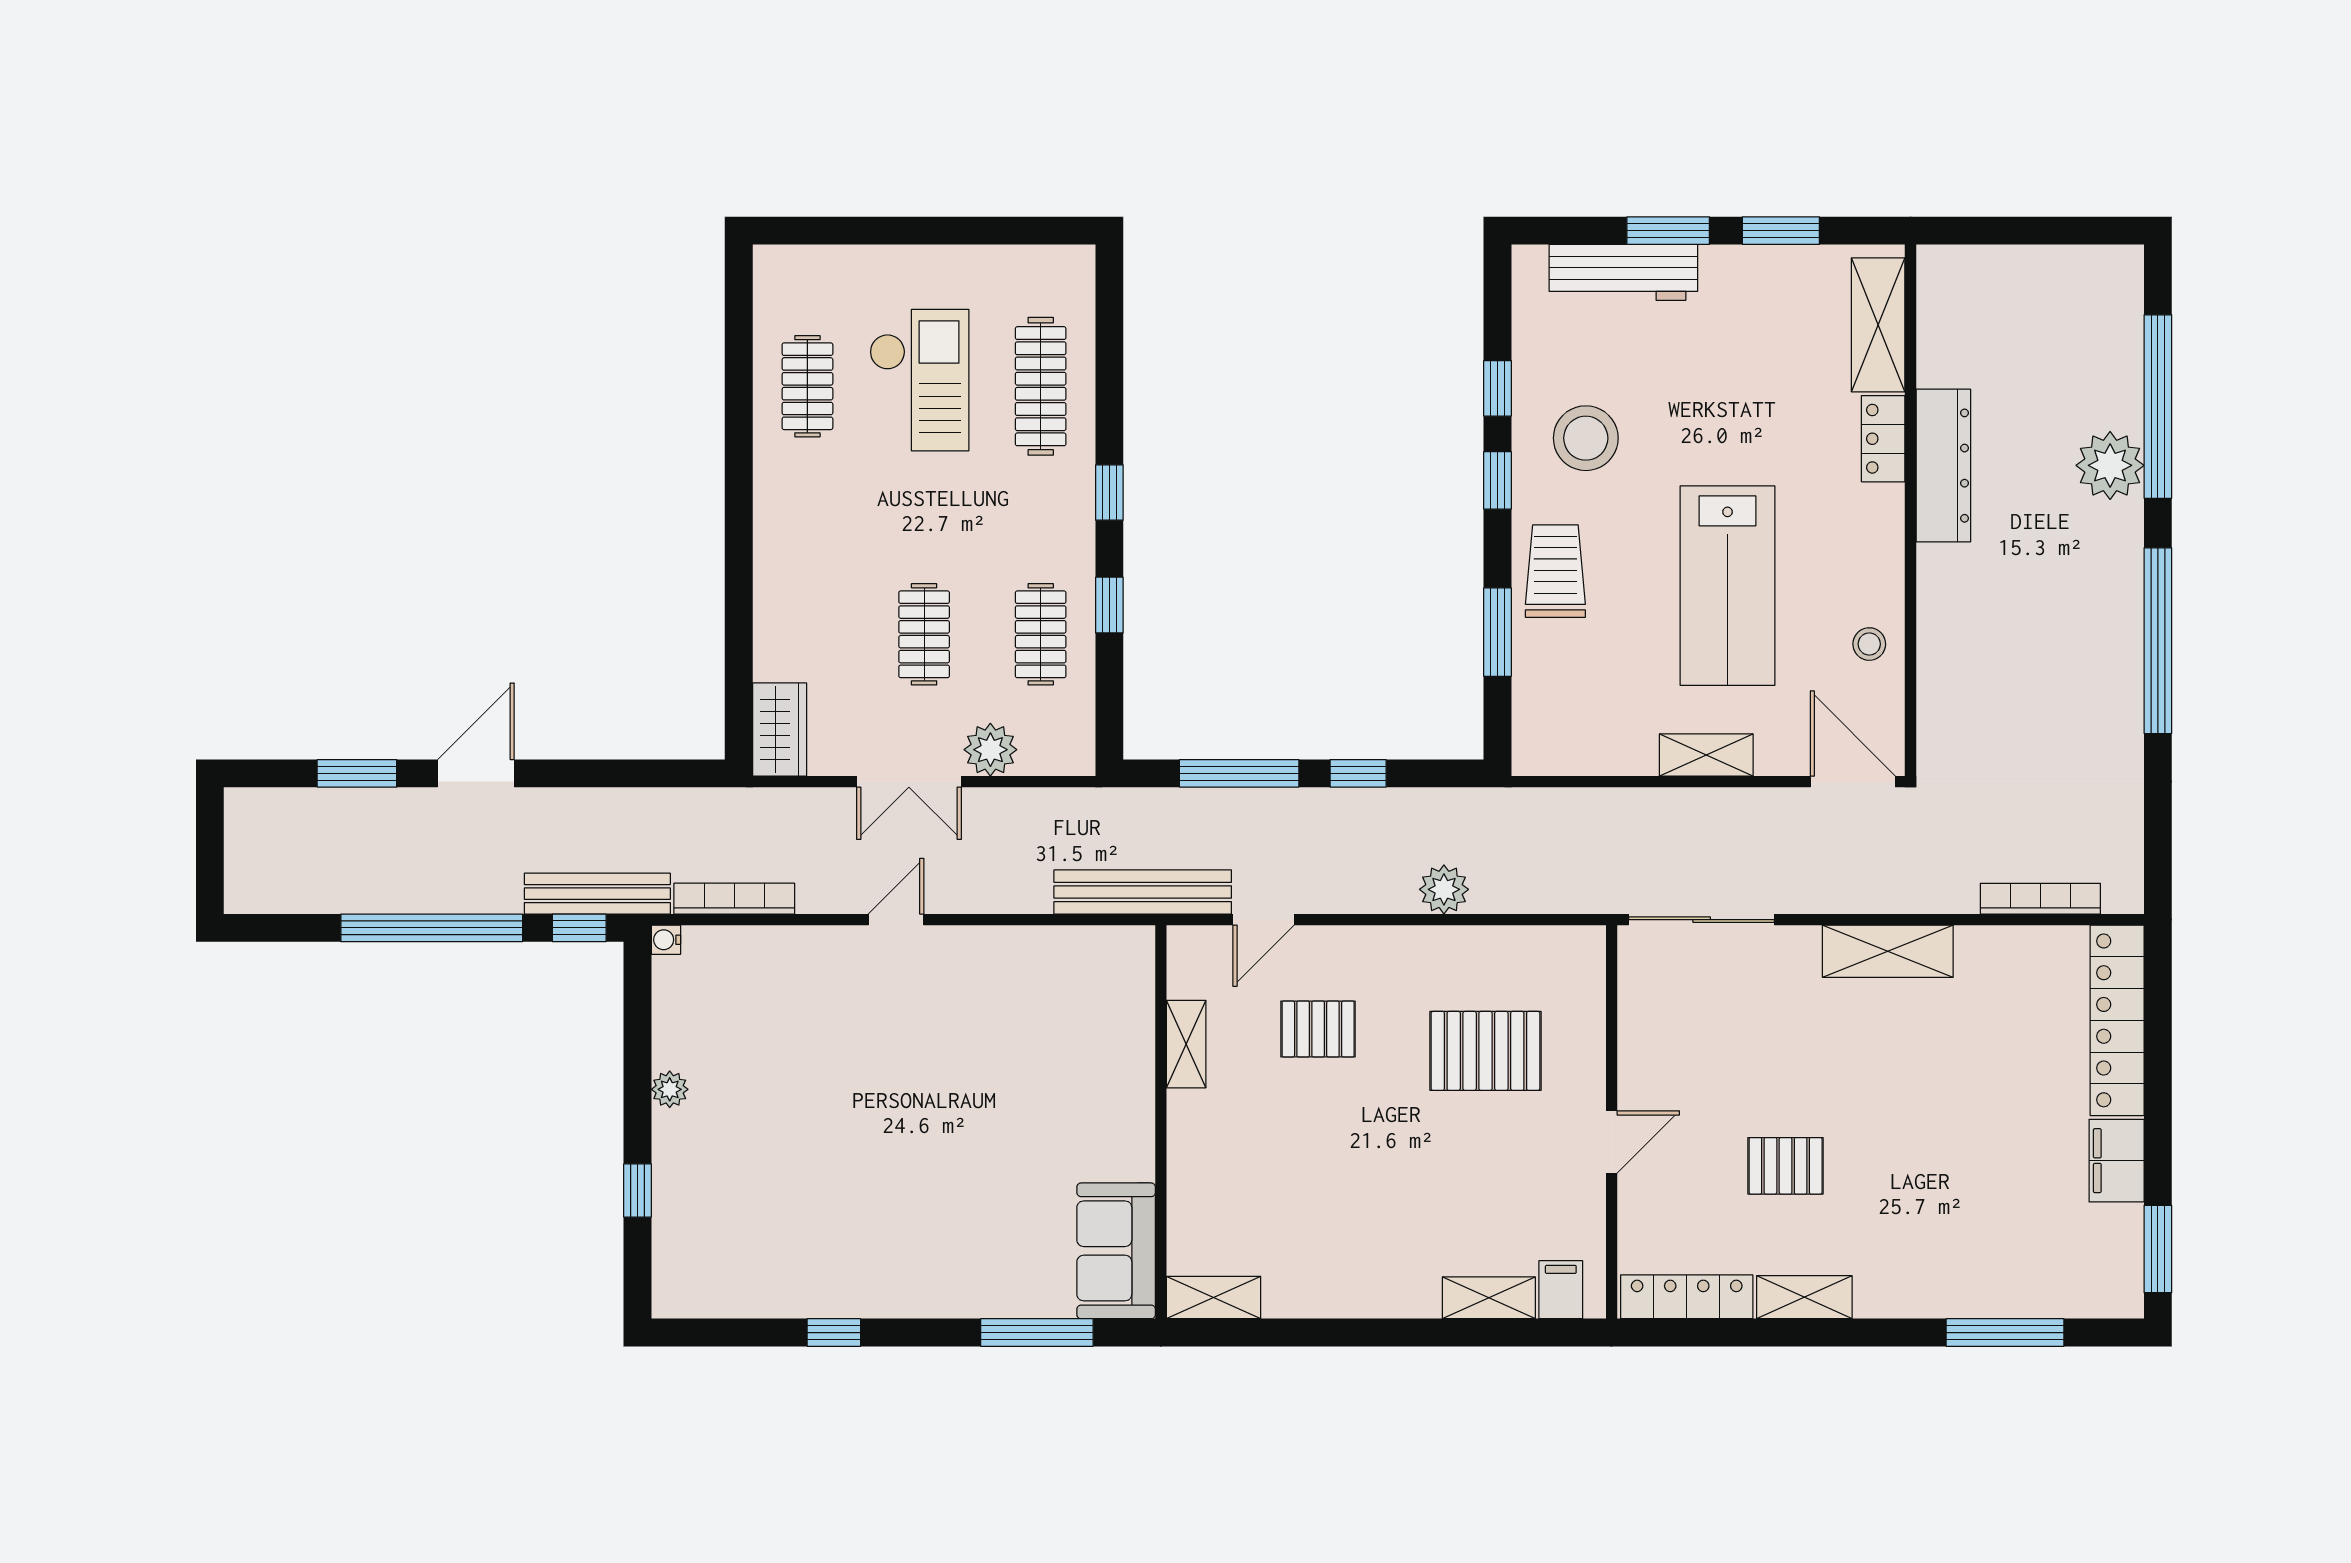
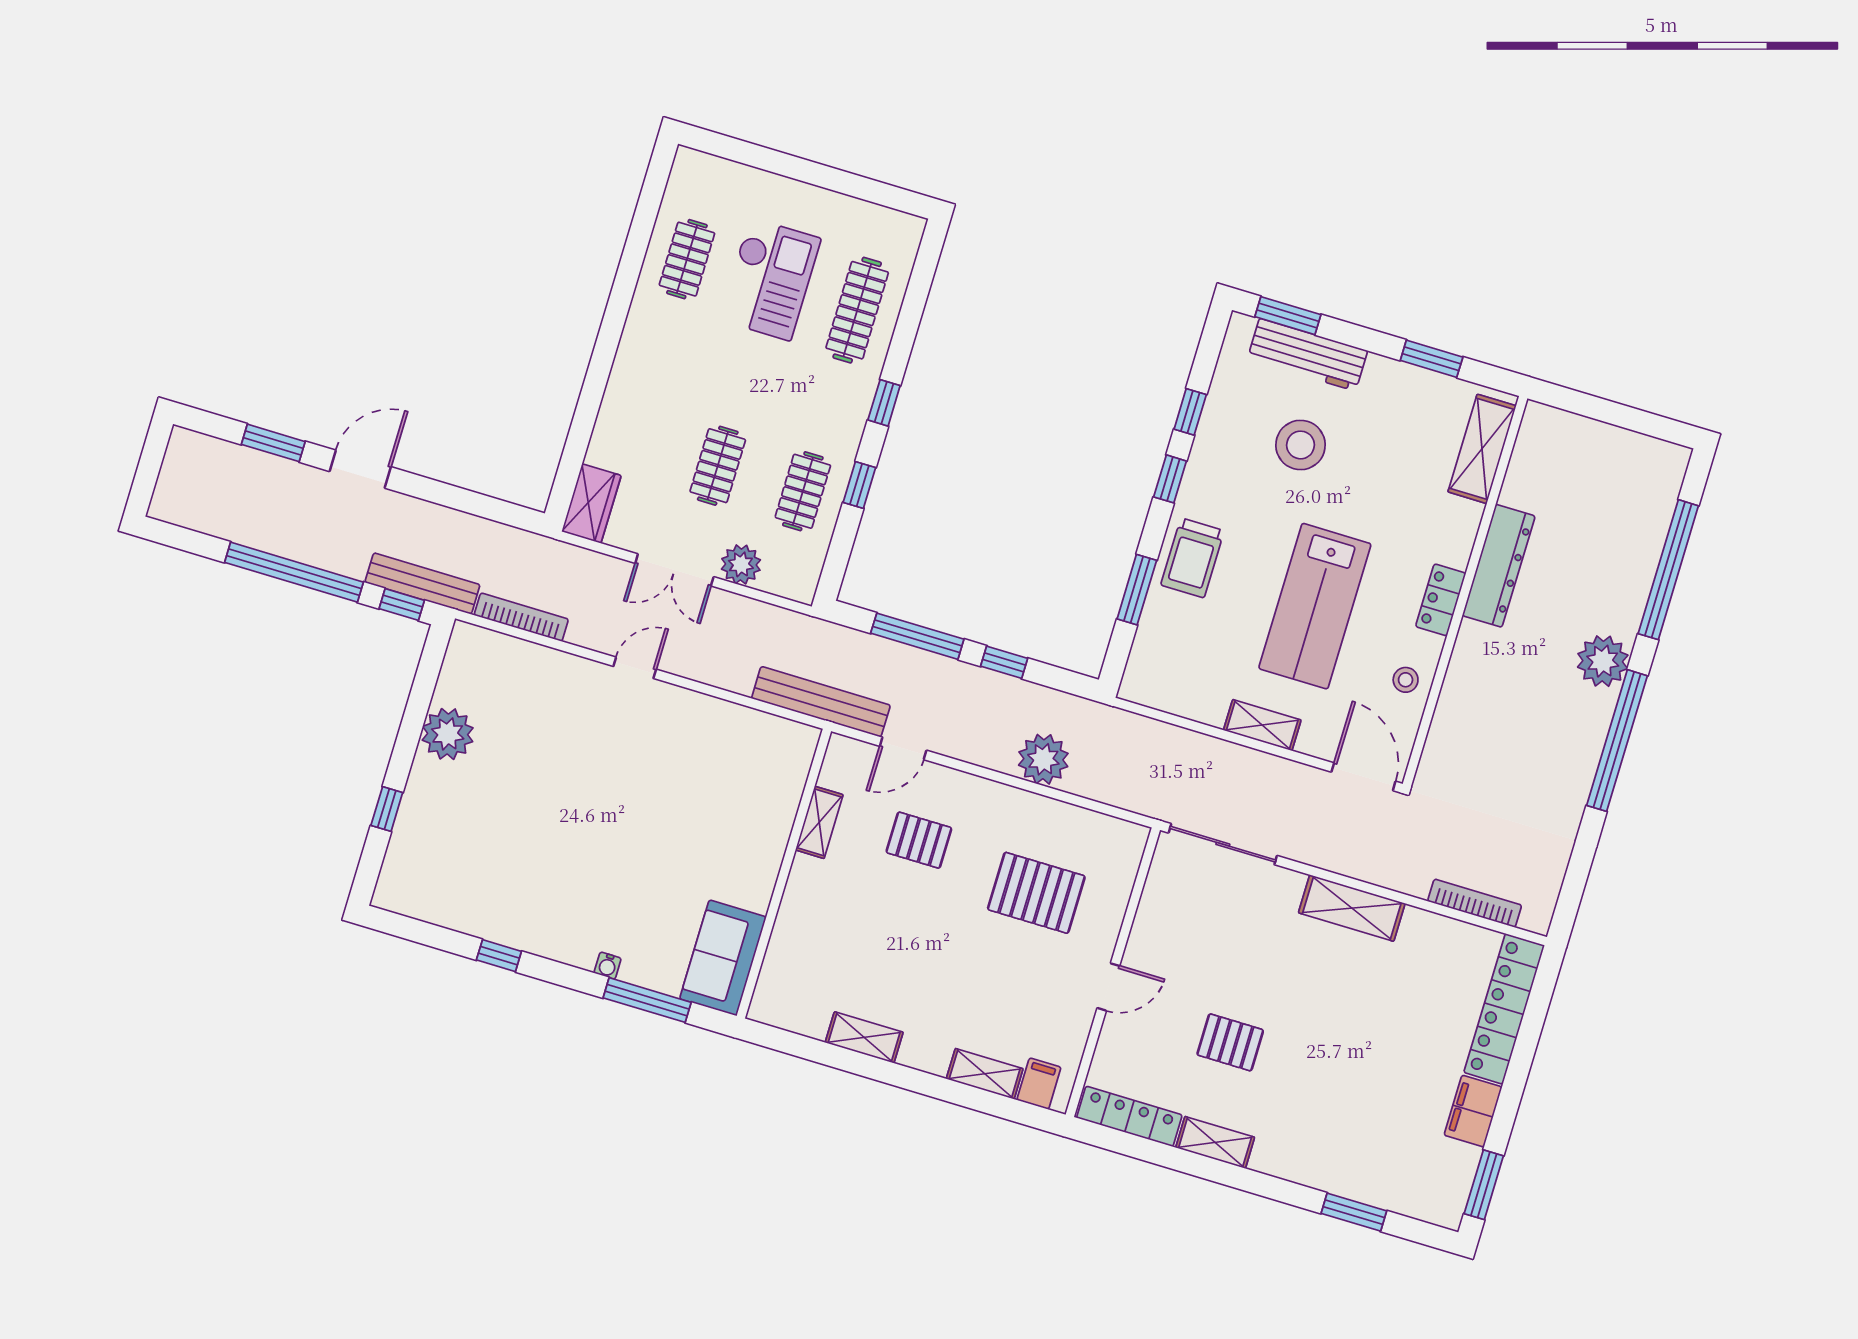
window: (1668, 231) -> (1288, 316), moved
stool: (1586, 438) -> (1301, 445), moved
locker: (1883, 439) -> (1441, 600), moved
plant: (2110, 465) -> (1603, 661), moved
trolley: (1555, 571) -> (1192, 558), turned 180
plant: (1444, 889) -> (1043, 759), width x1.36, depth x1.36
water cooler: (666, 940) -> (608, 966), moved, turned -90
plant: (670, 1089) -> (448, 734), width x1.88, depth x1.88
shelving: (1214, 1298) -> (864, 1037), moved
window: (2005, 1333) -> (1354, 1212), width x0.69

